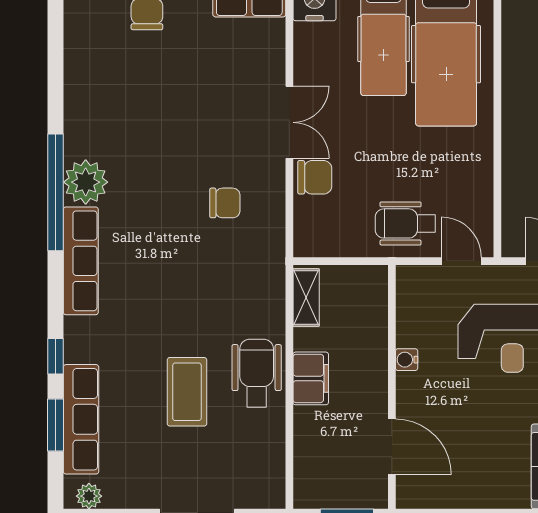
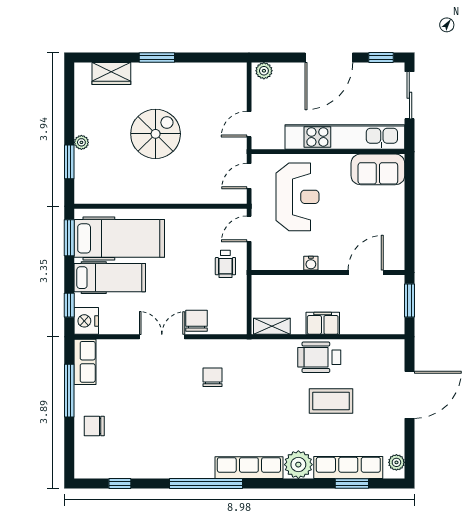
plant: (86, 182) -> (298, 465), moved
wheelchair: (405, 223) -> (225, 264), width x0.73, depth x0.73
window: (56, 356) -> (120, 483), moved

